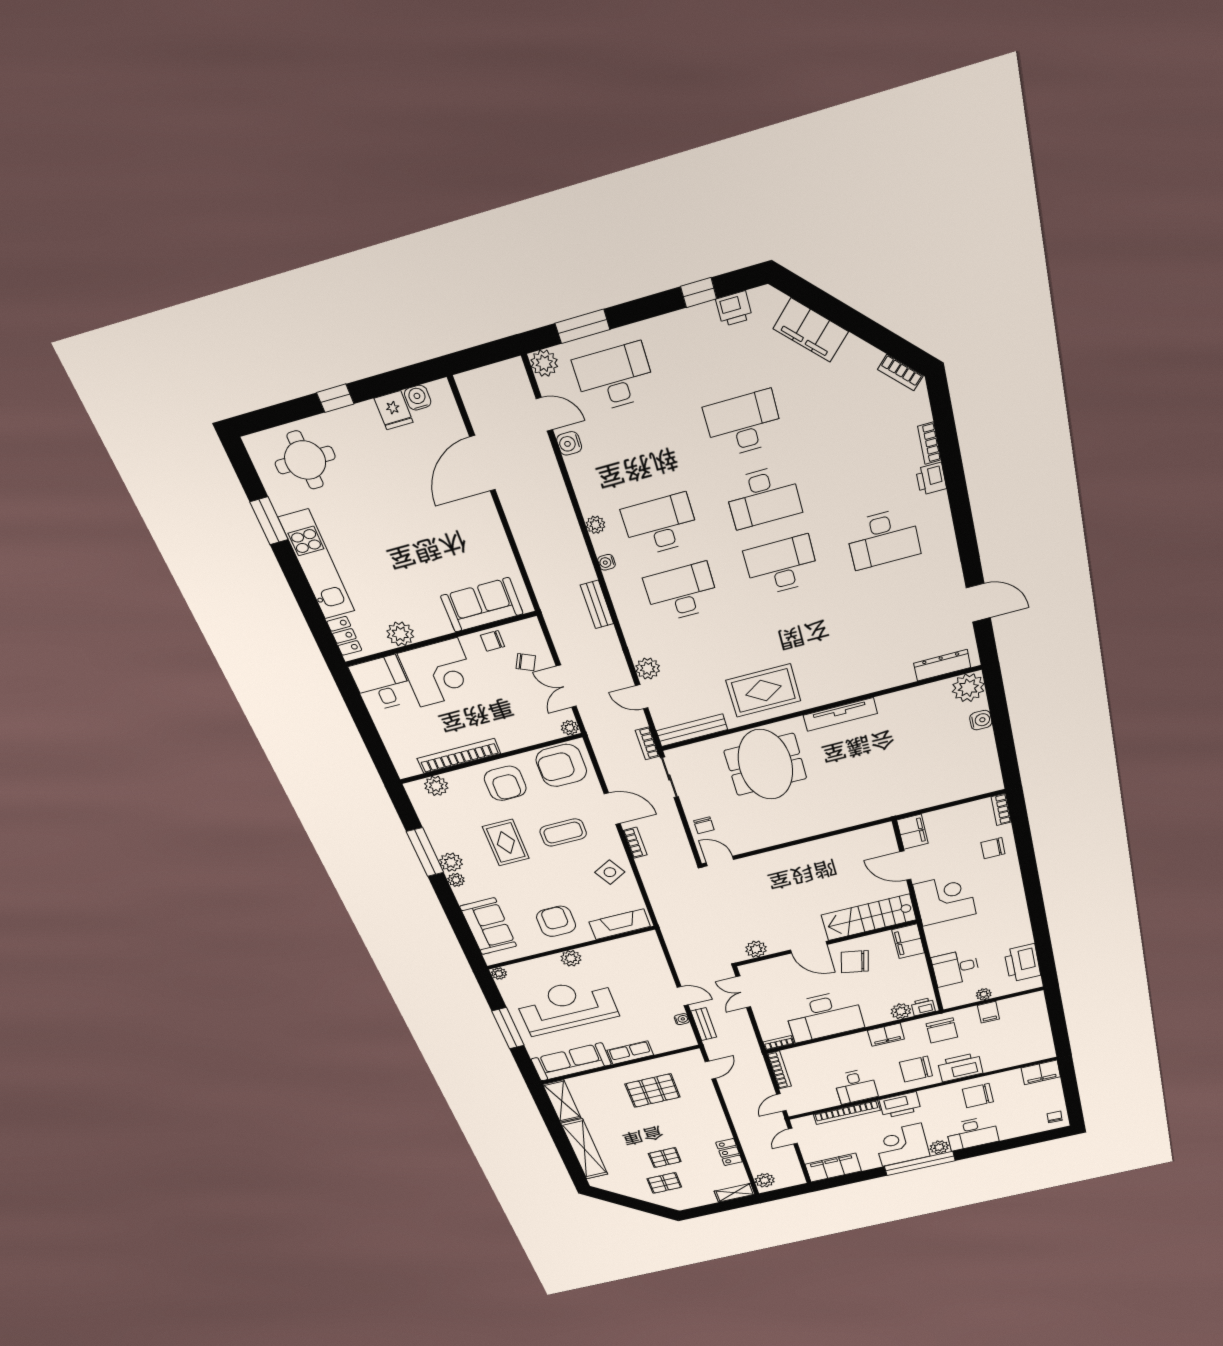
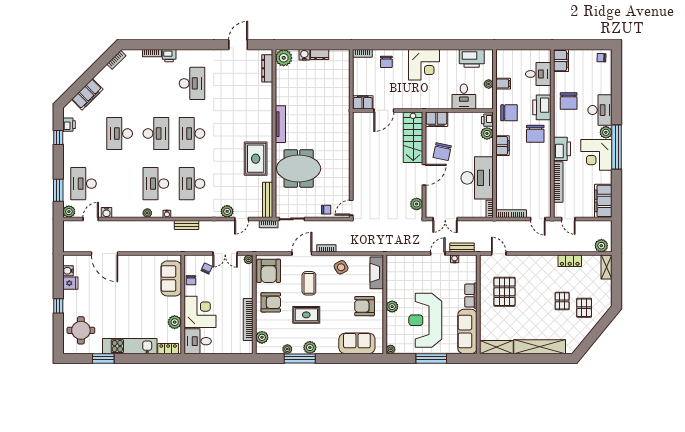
dresser: (986, 744) -> (320, 55), added
plant: (456, 880) -> (287, 349), moved
corner desk: (945, 899) -> (424, 65), moved, turned 180
desk: (856, 1086) -> (538, 74), moved

